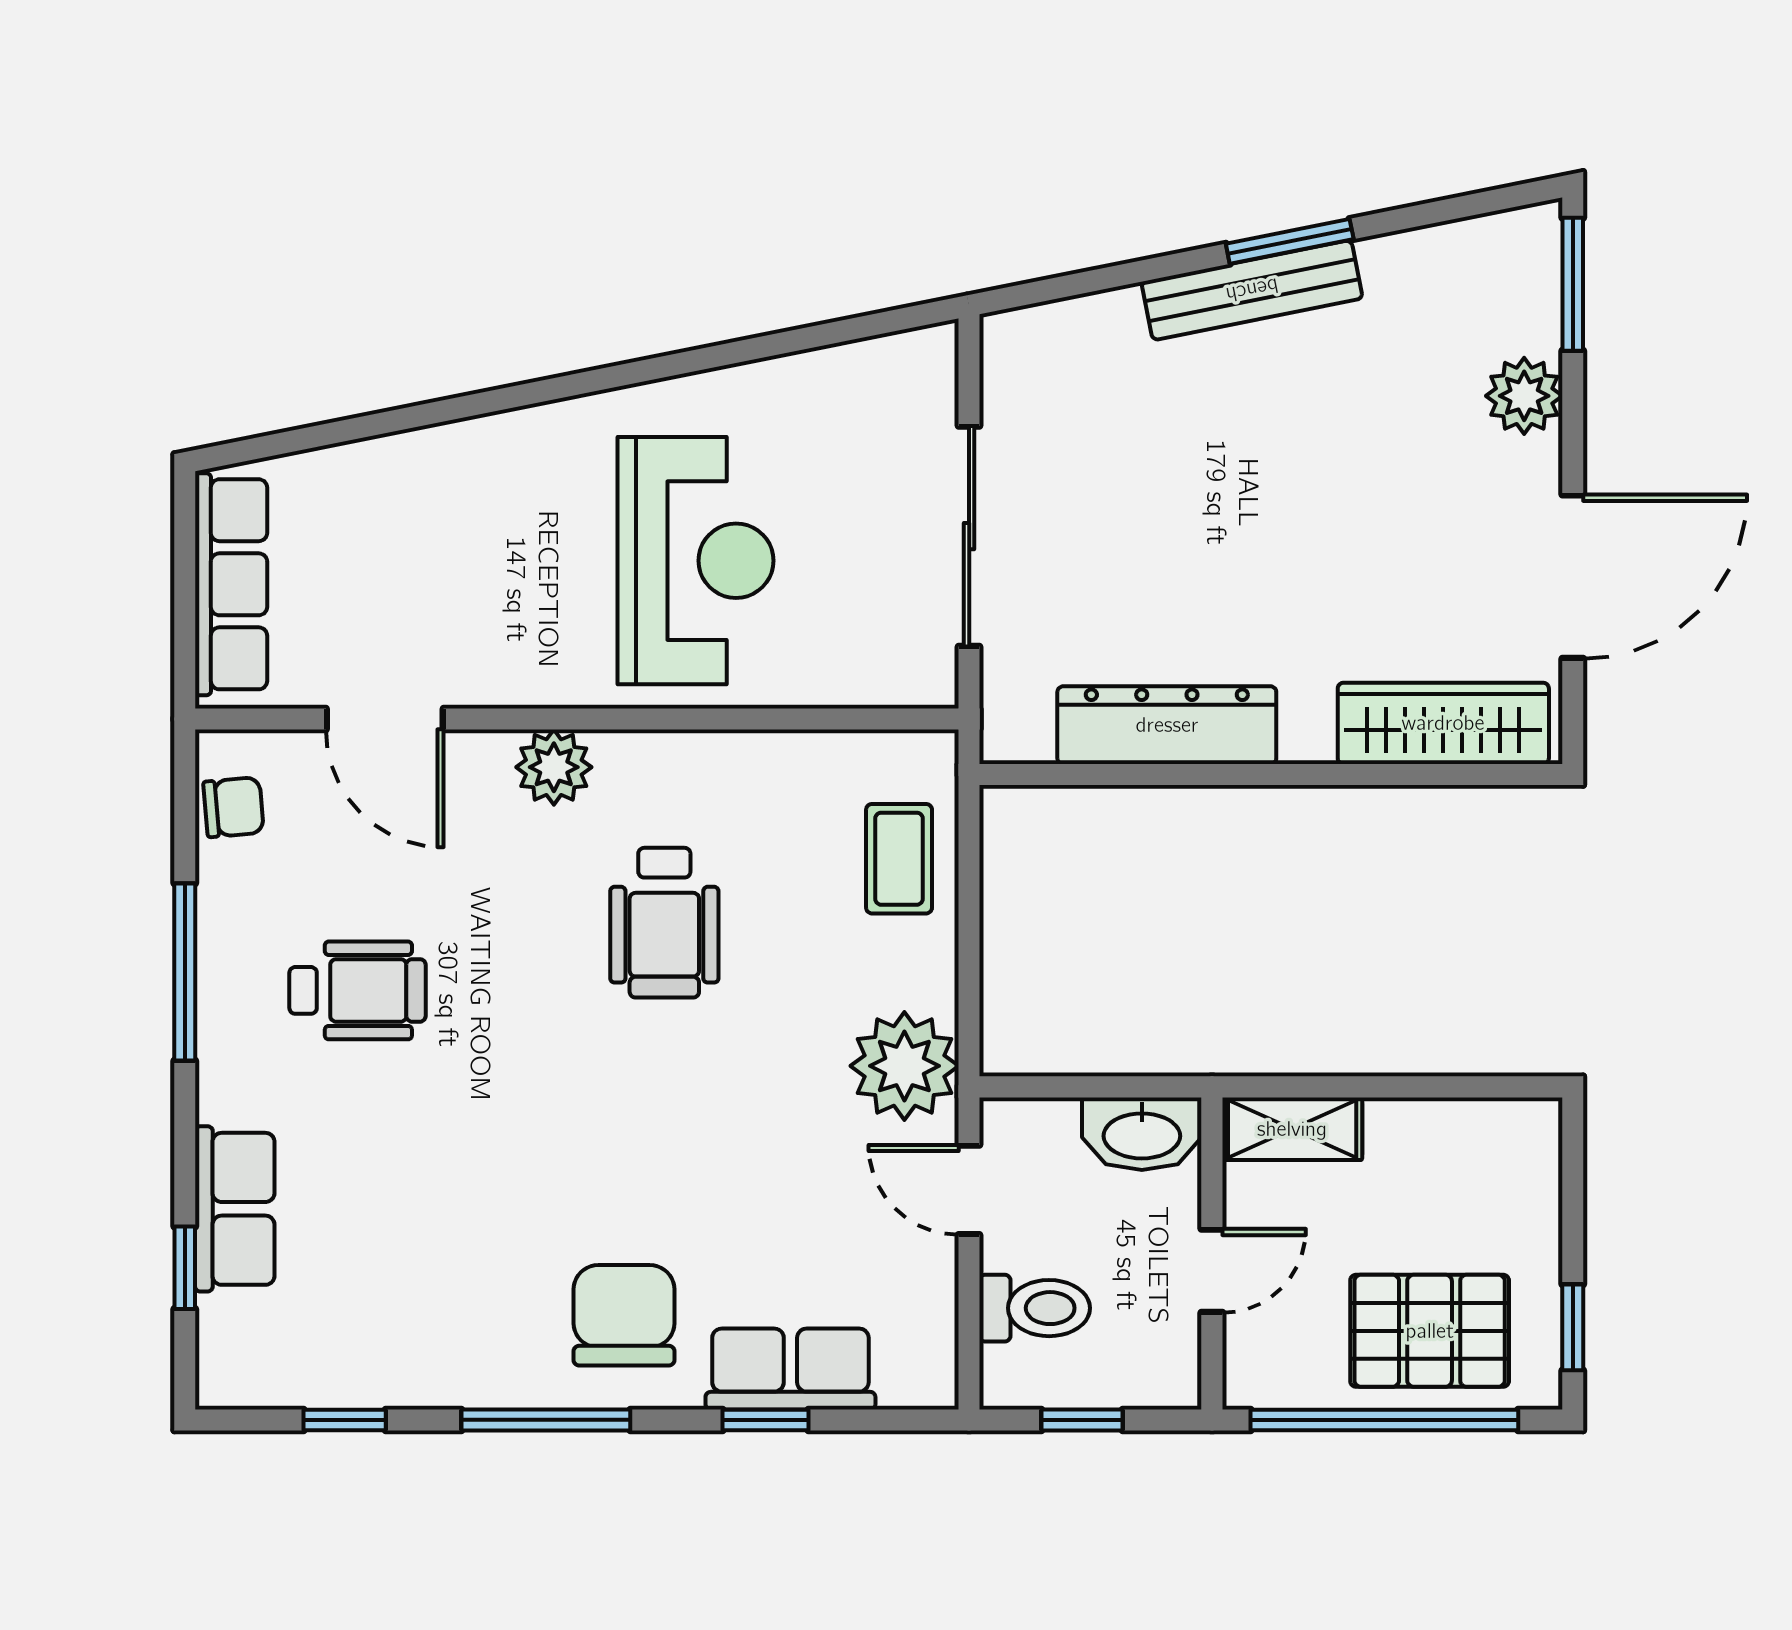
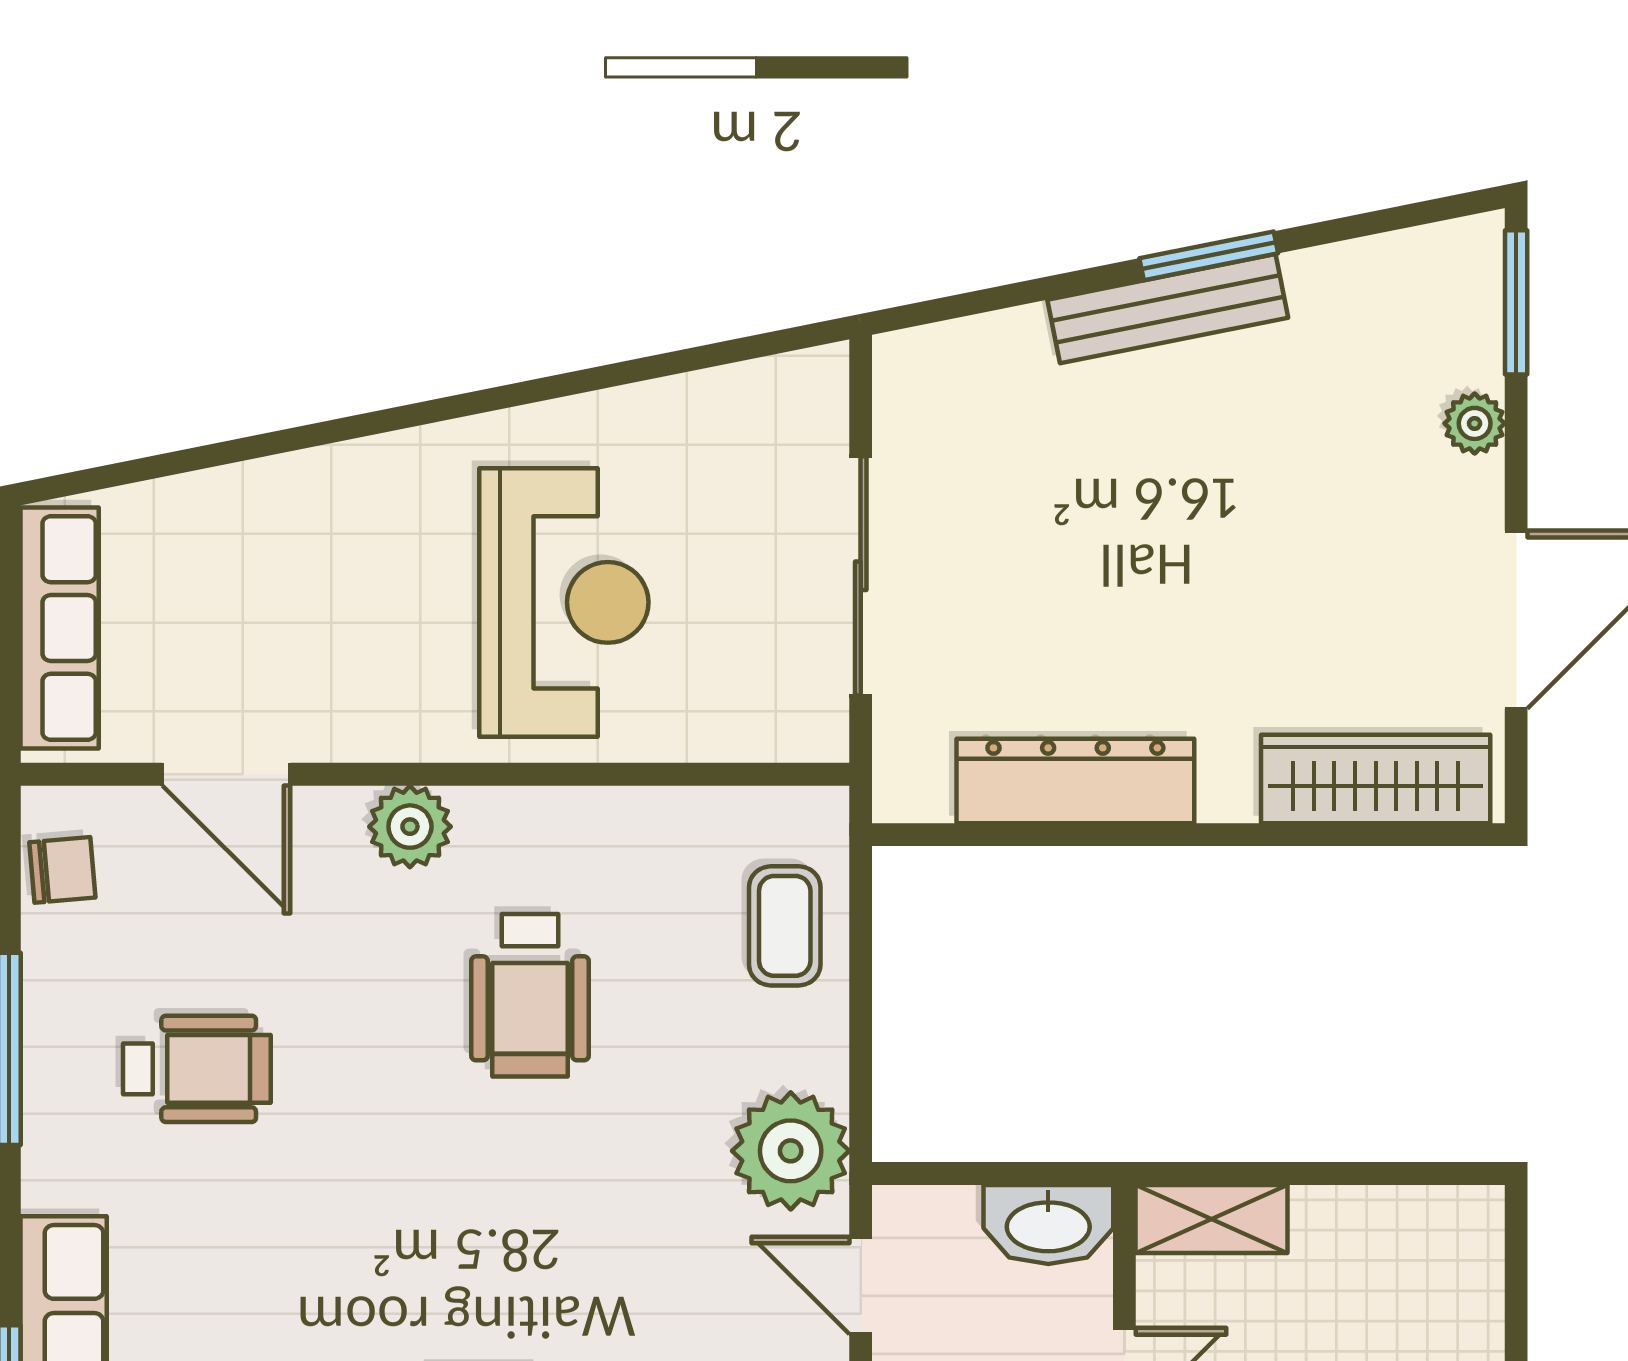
plant: (1524, 396) -> (1475, 423), width x0.73, depth x0.73

